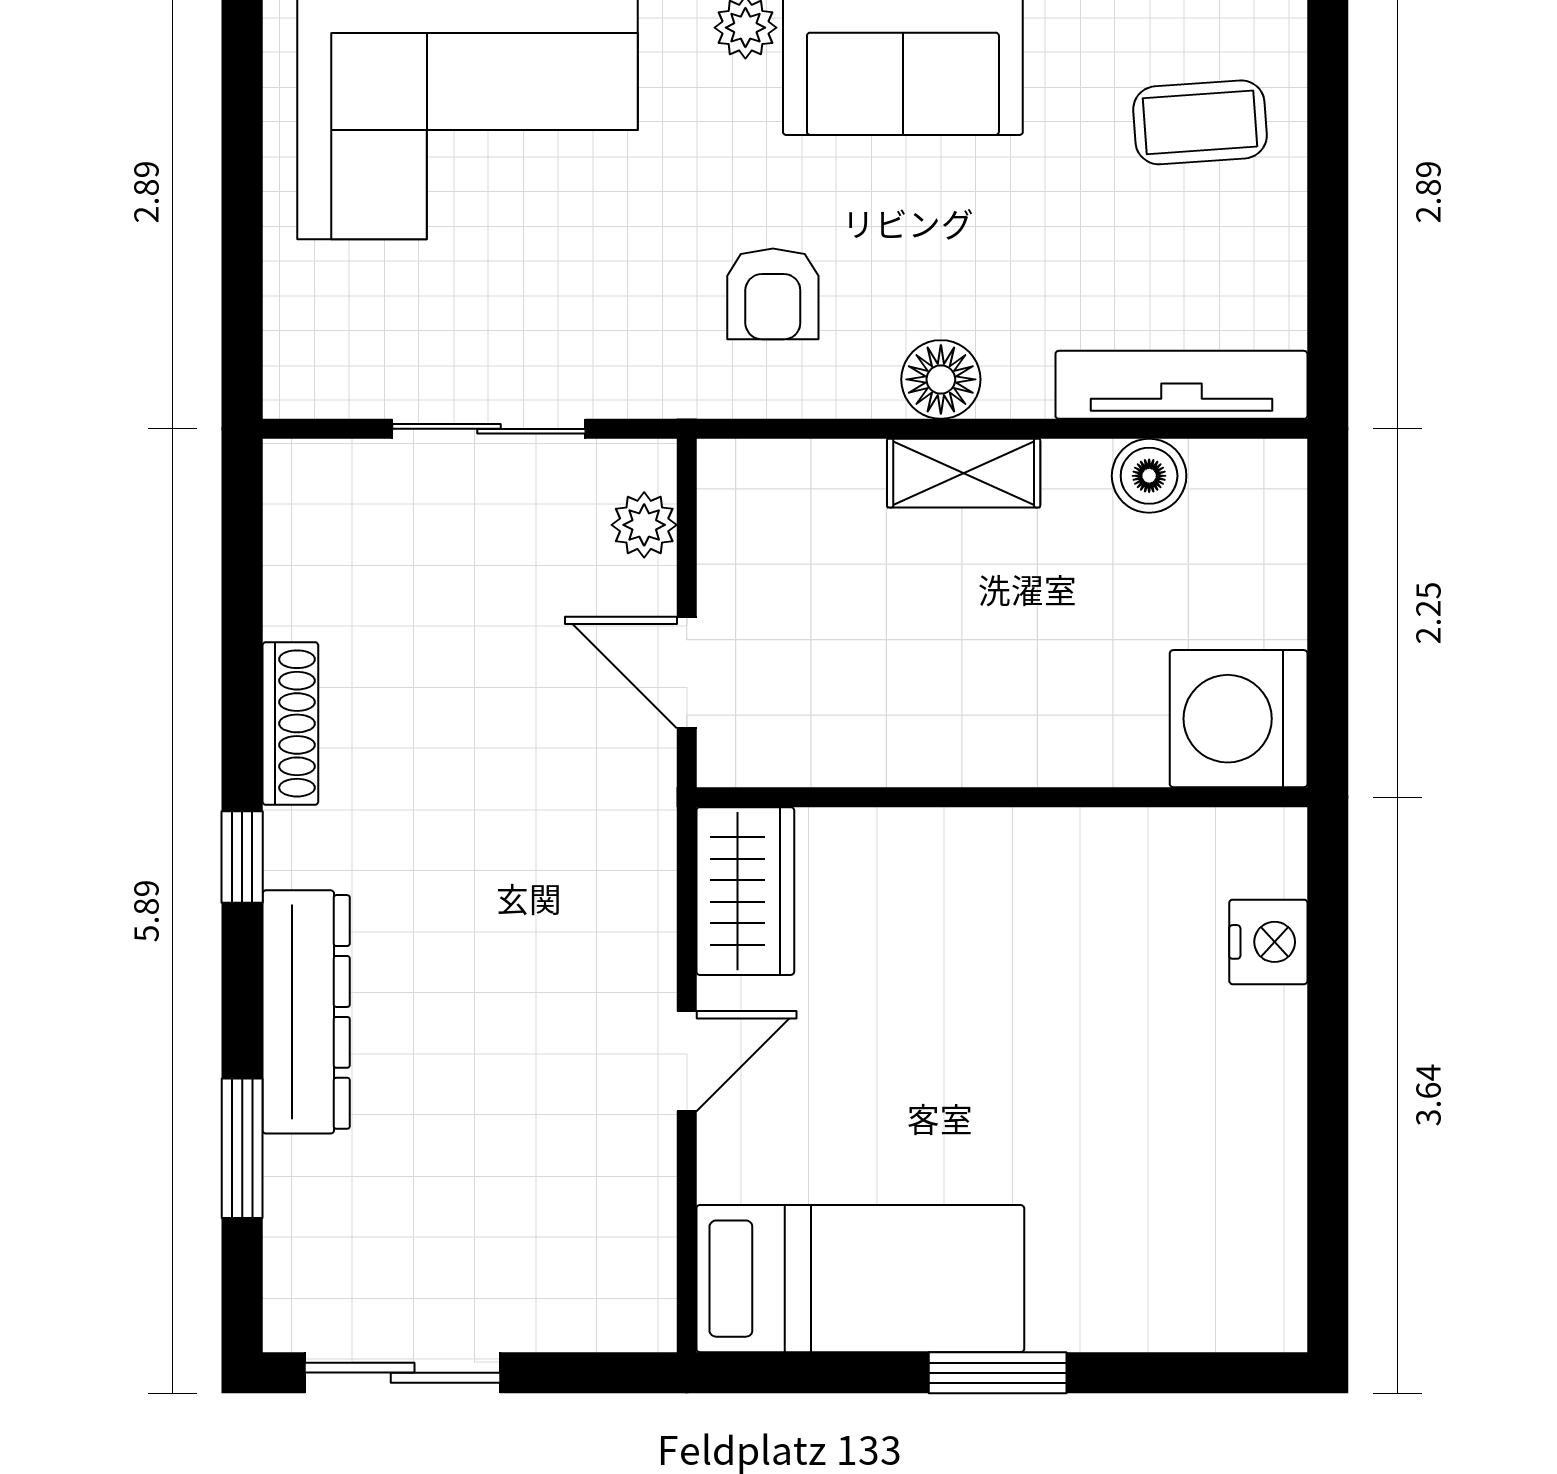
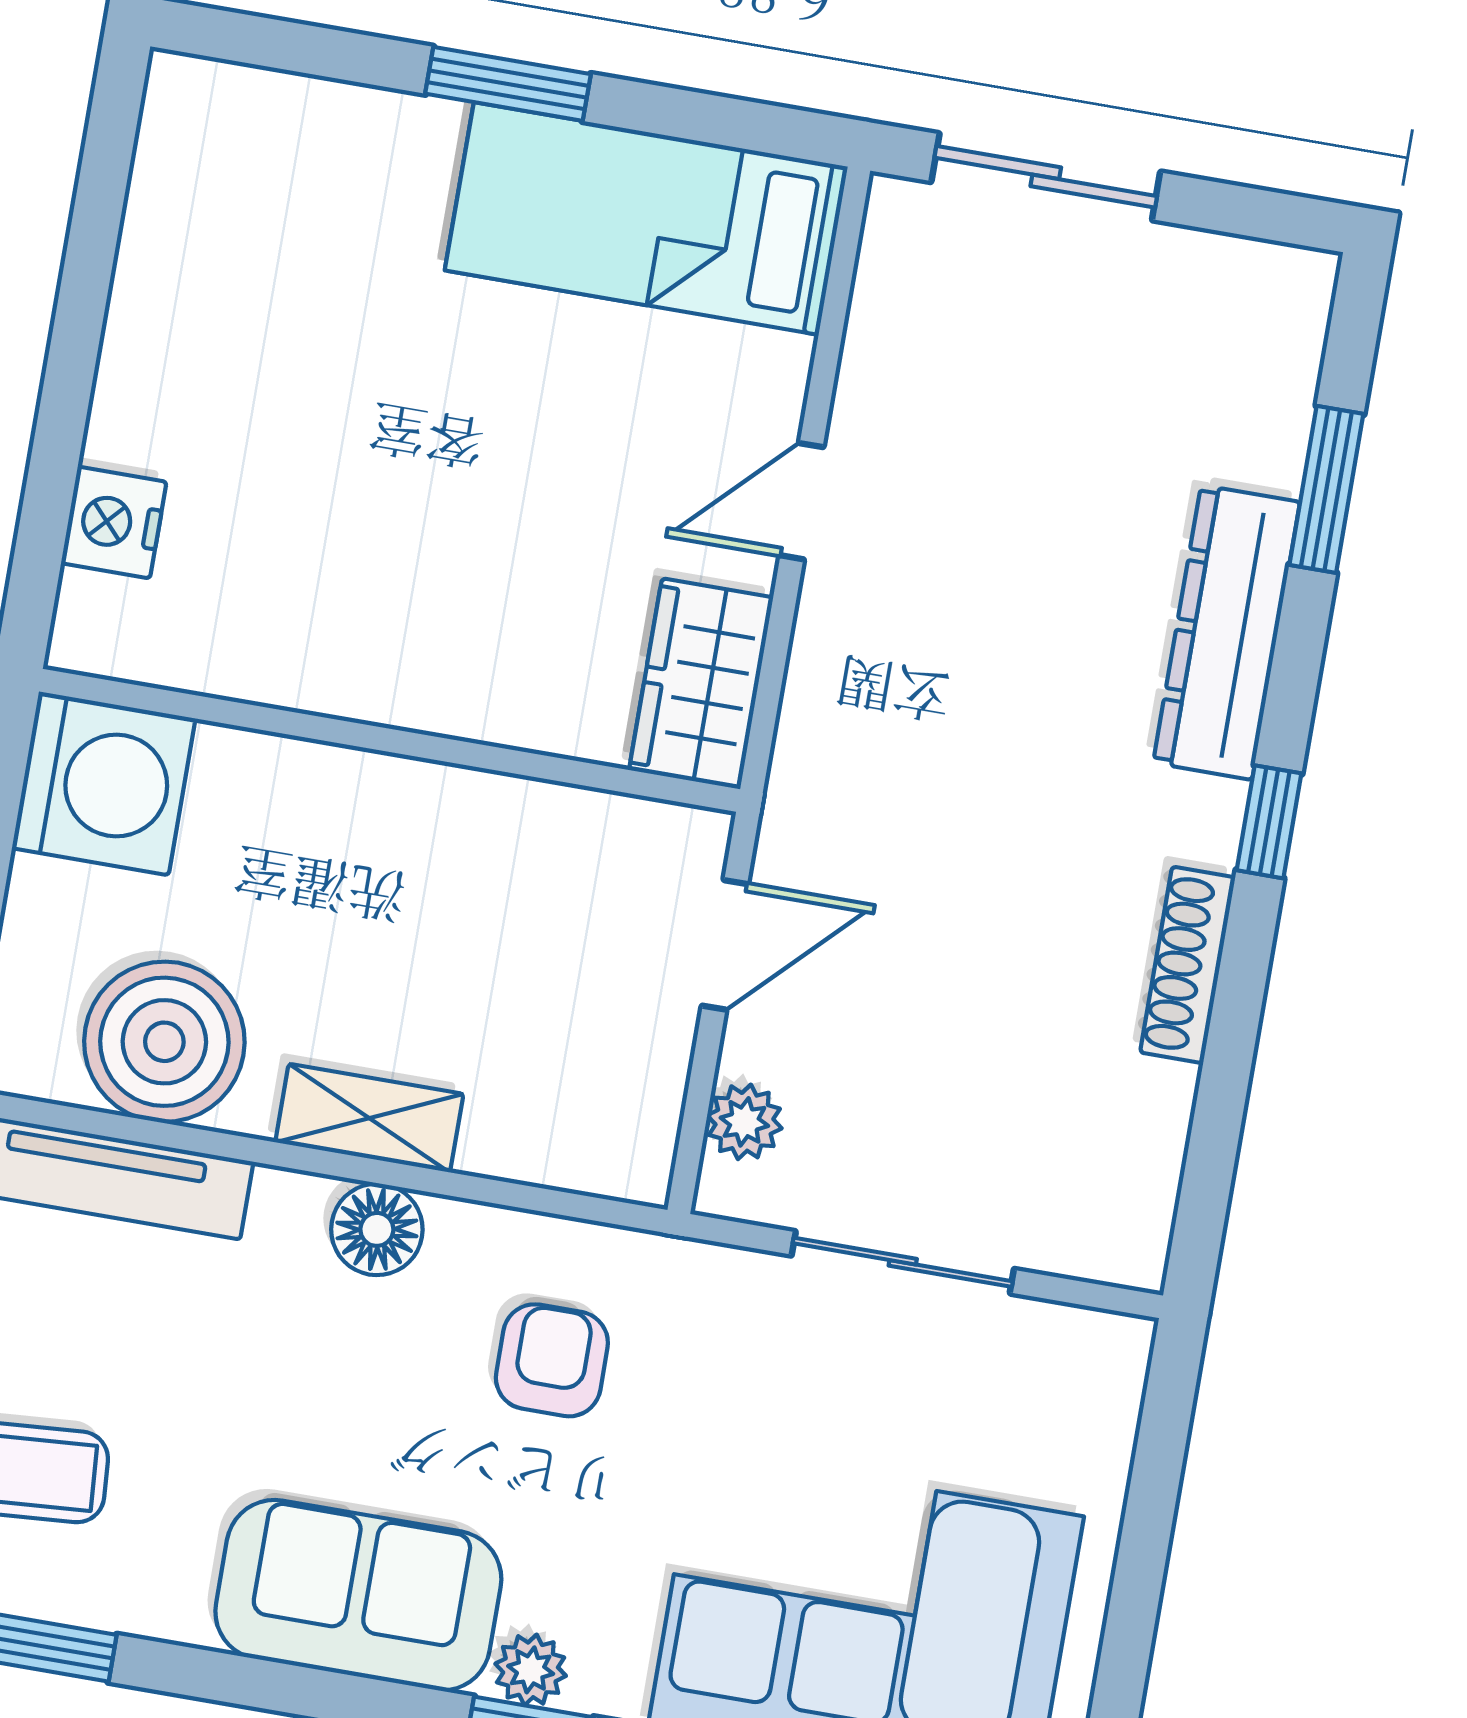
boiler: (1149, 476) -> (164, 1042), width x1.86, depth x1.86
door: (687, 673) -> (725, 945), hinge flipped
sliding door: (403, 1373) -> (1046, 177), moved

